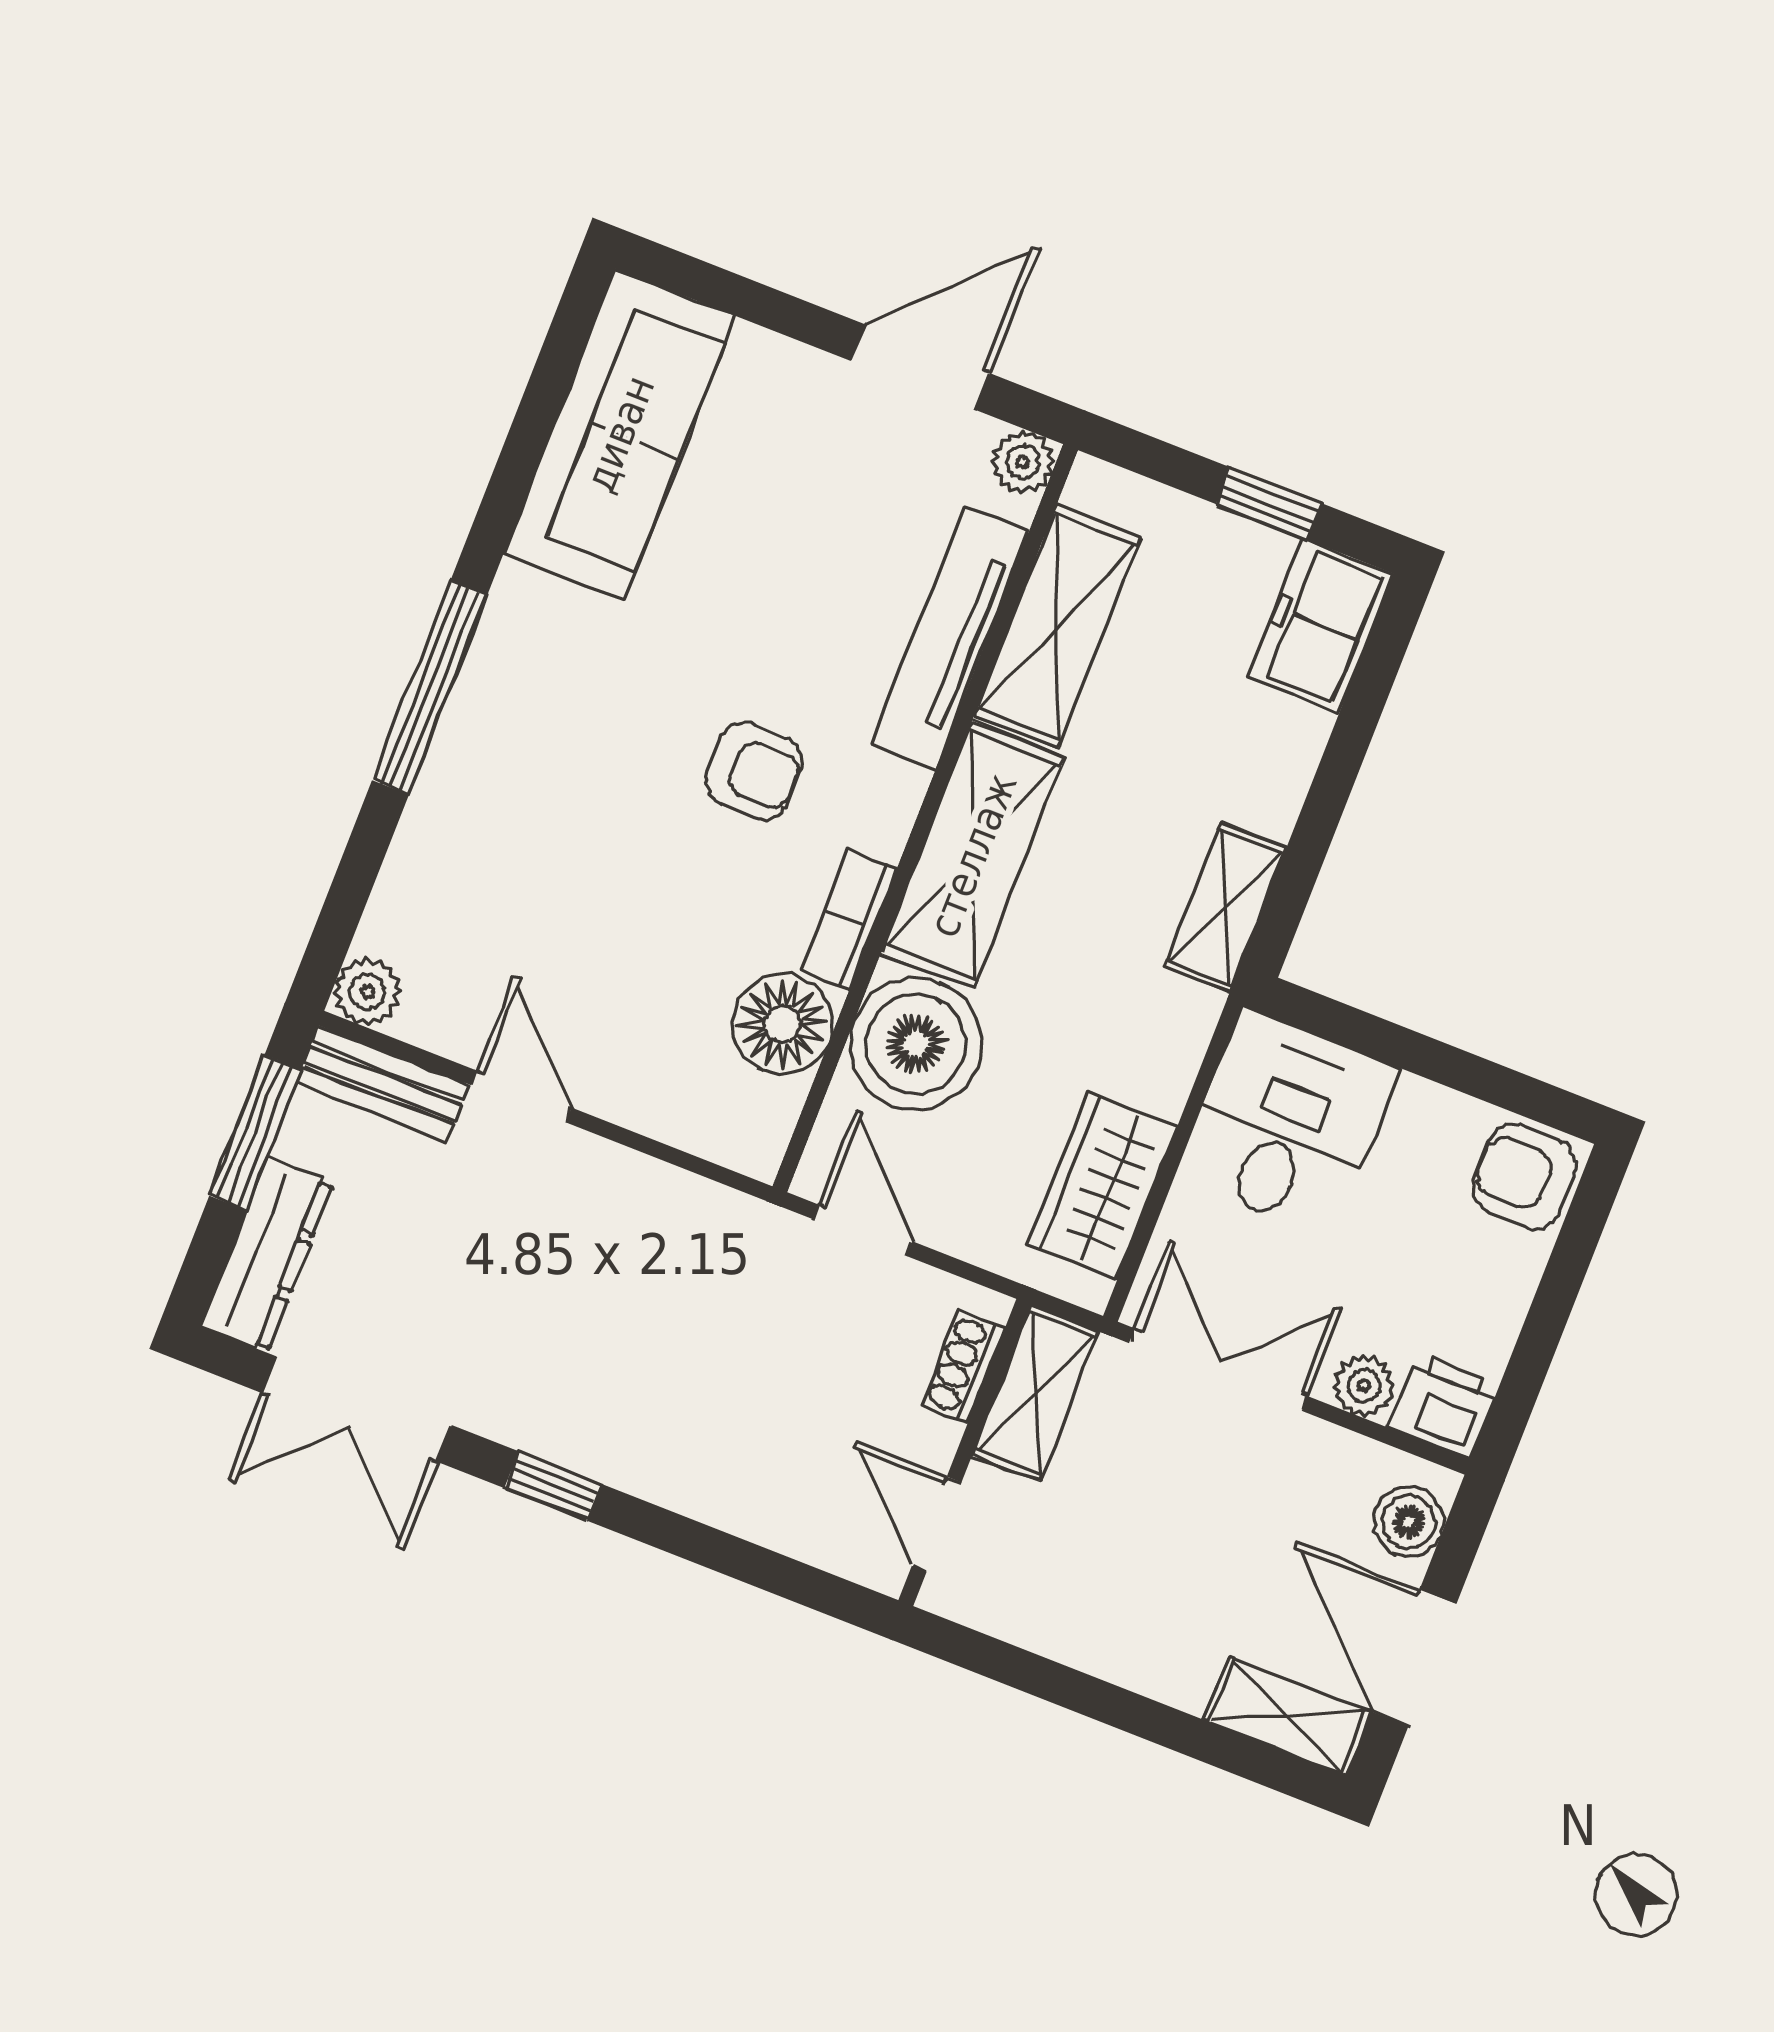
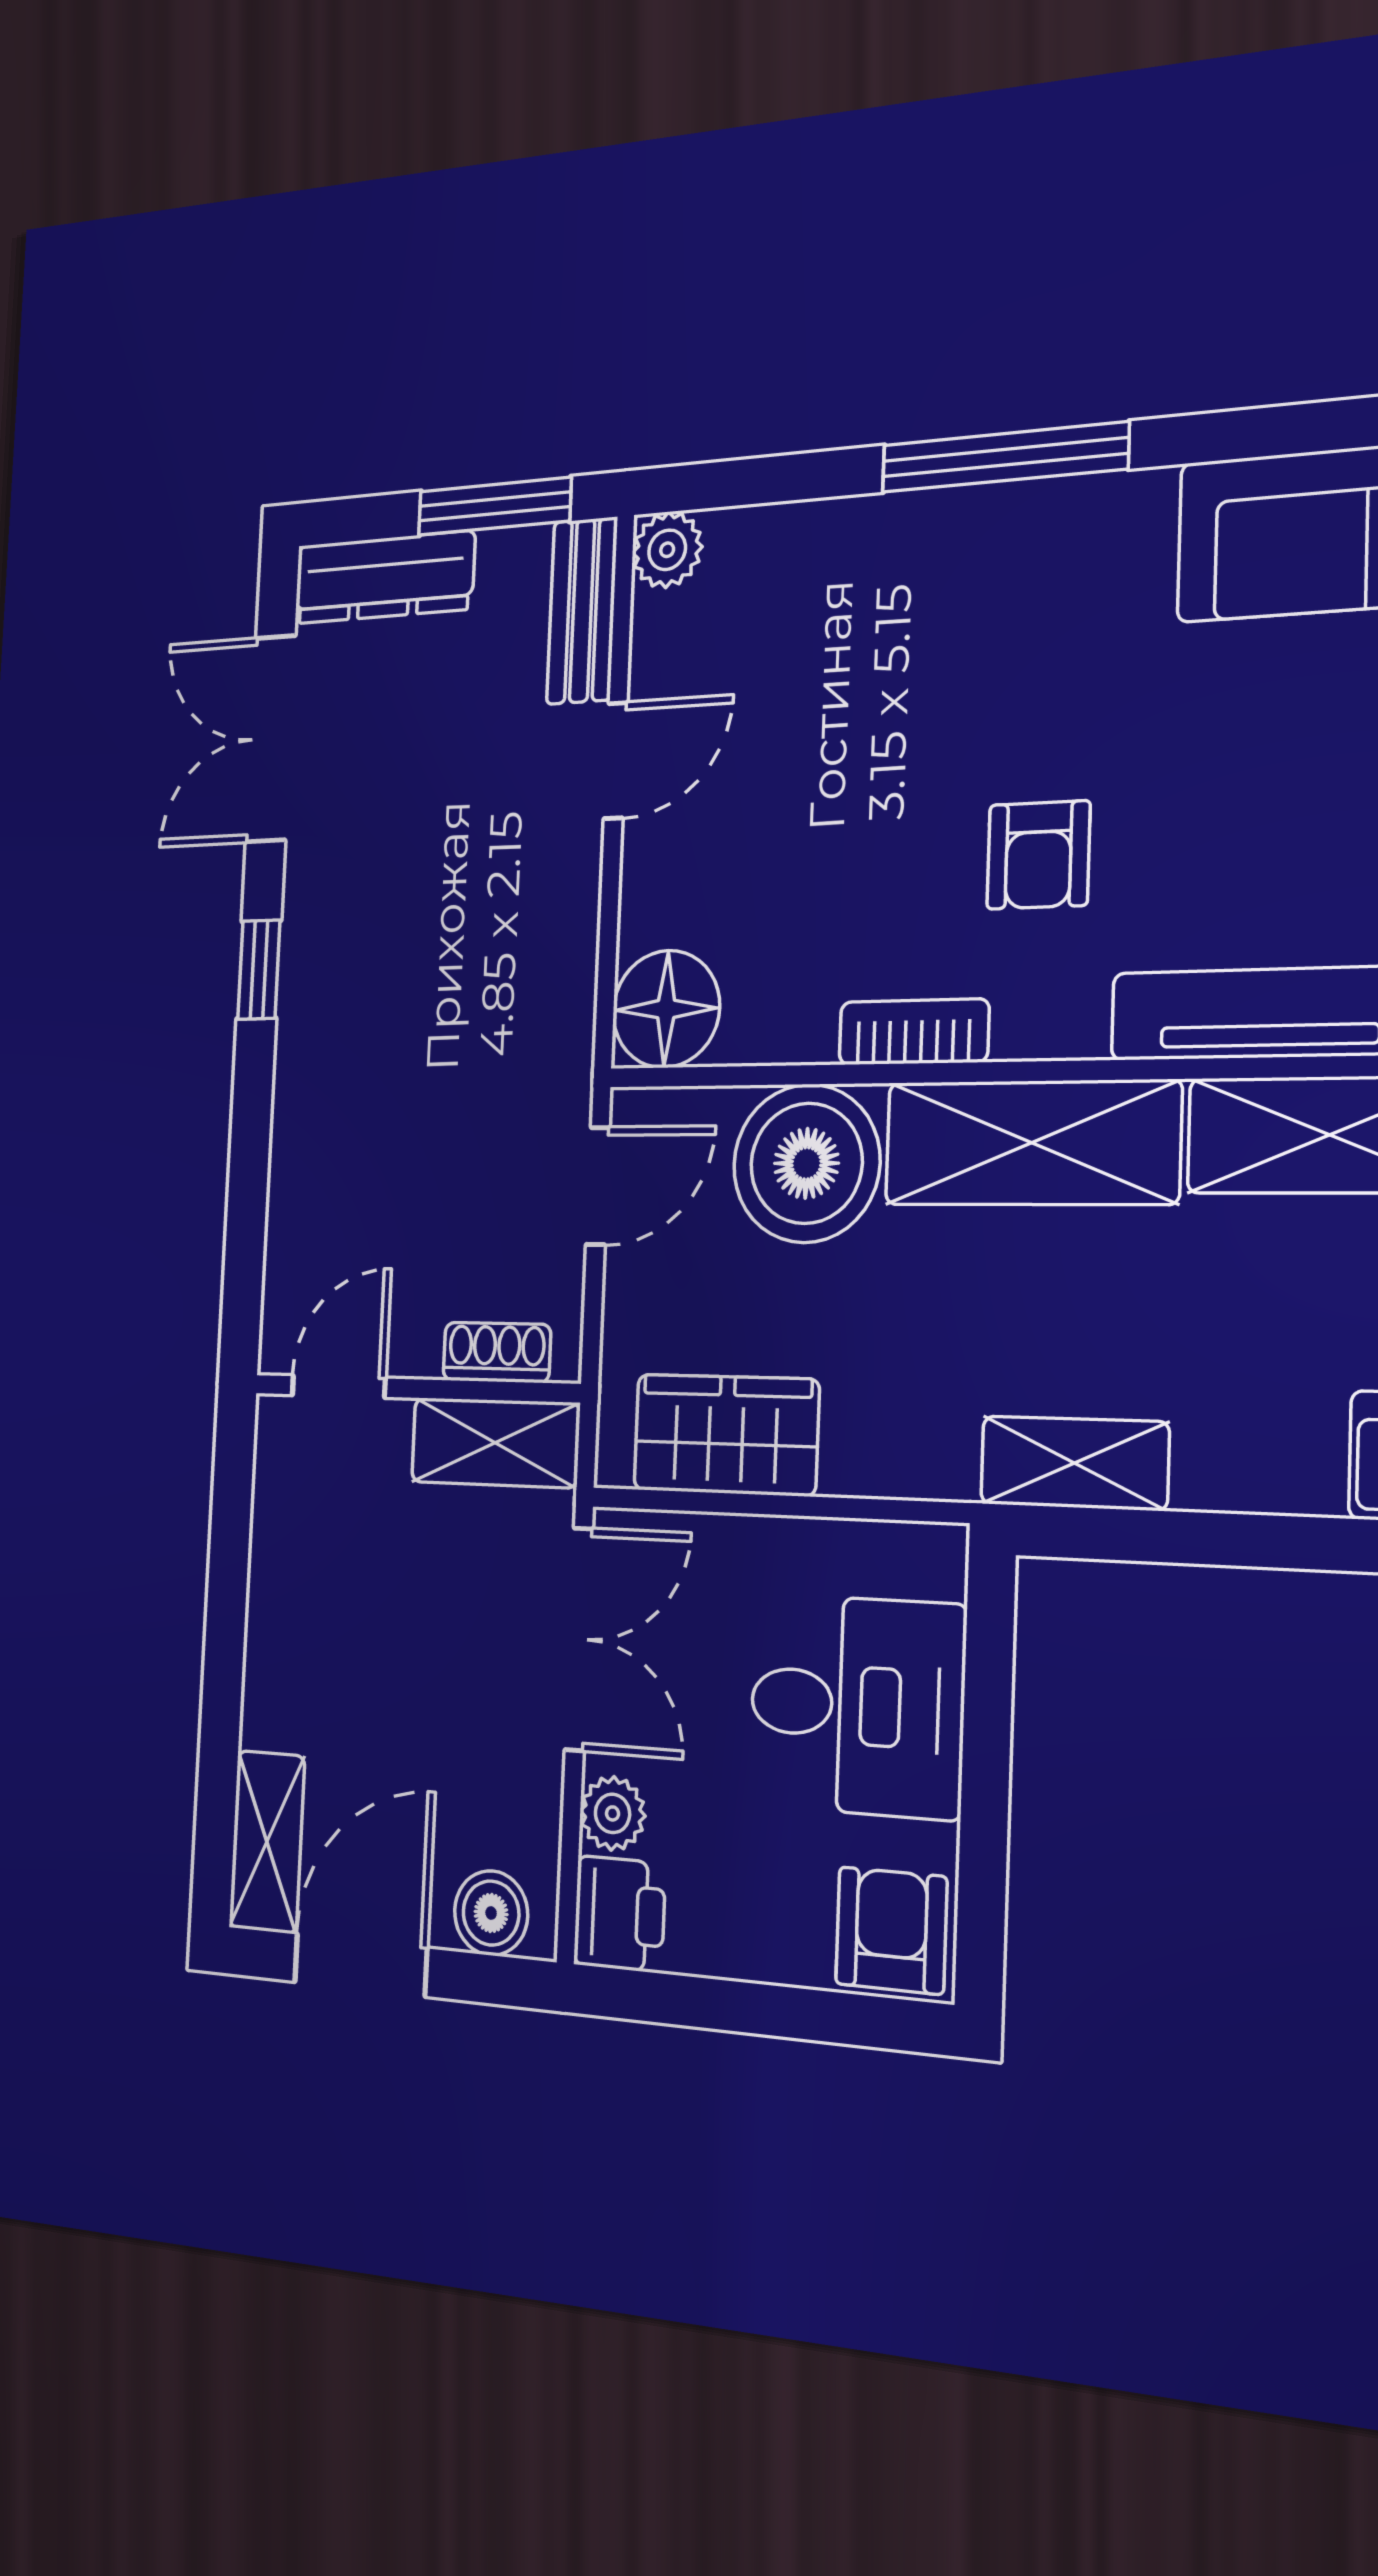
floor lamp: (782, 1024) -> (666, 1009), moved
desk: (1288, 1123) -> (857, 1706), moved

